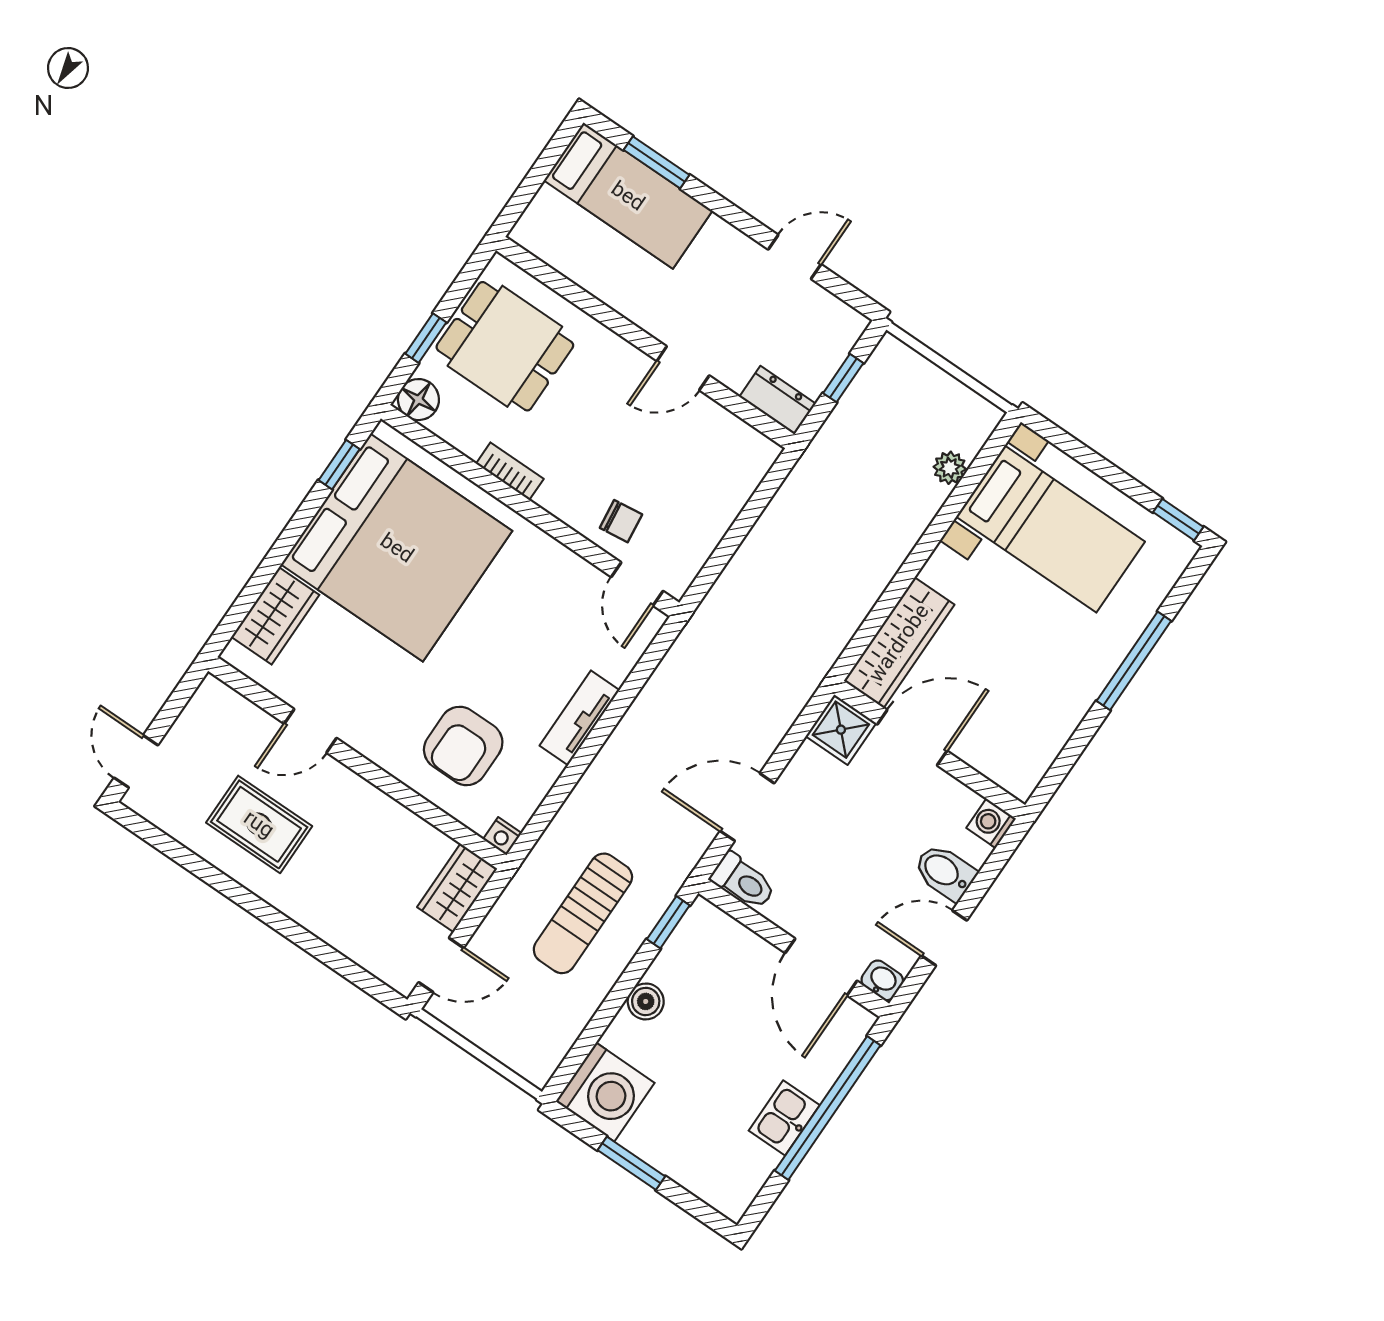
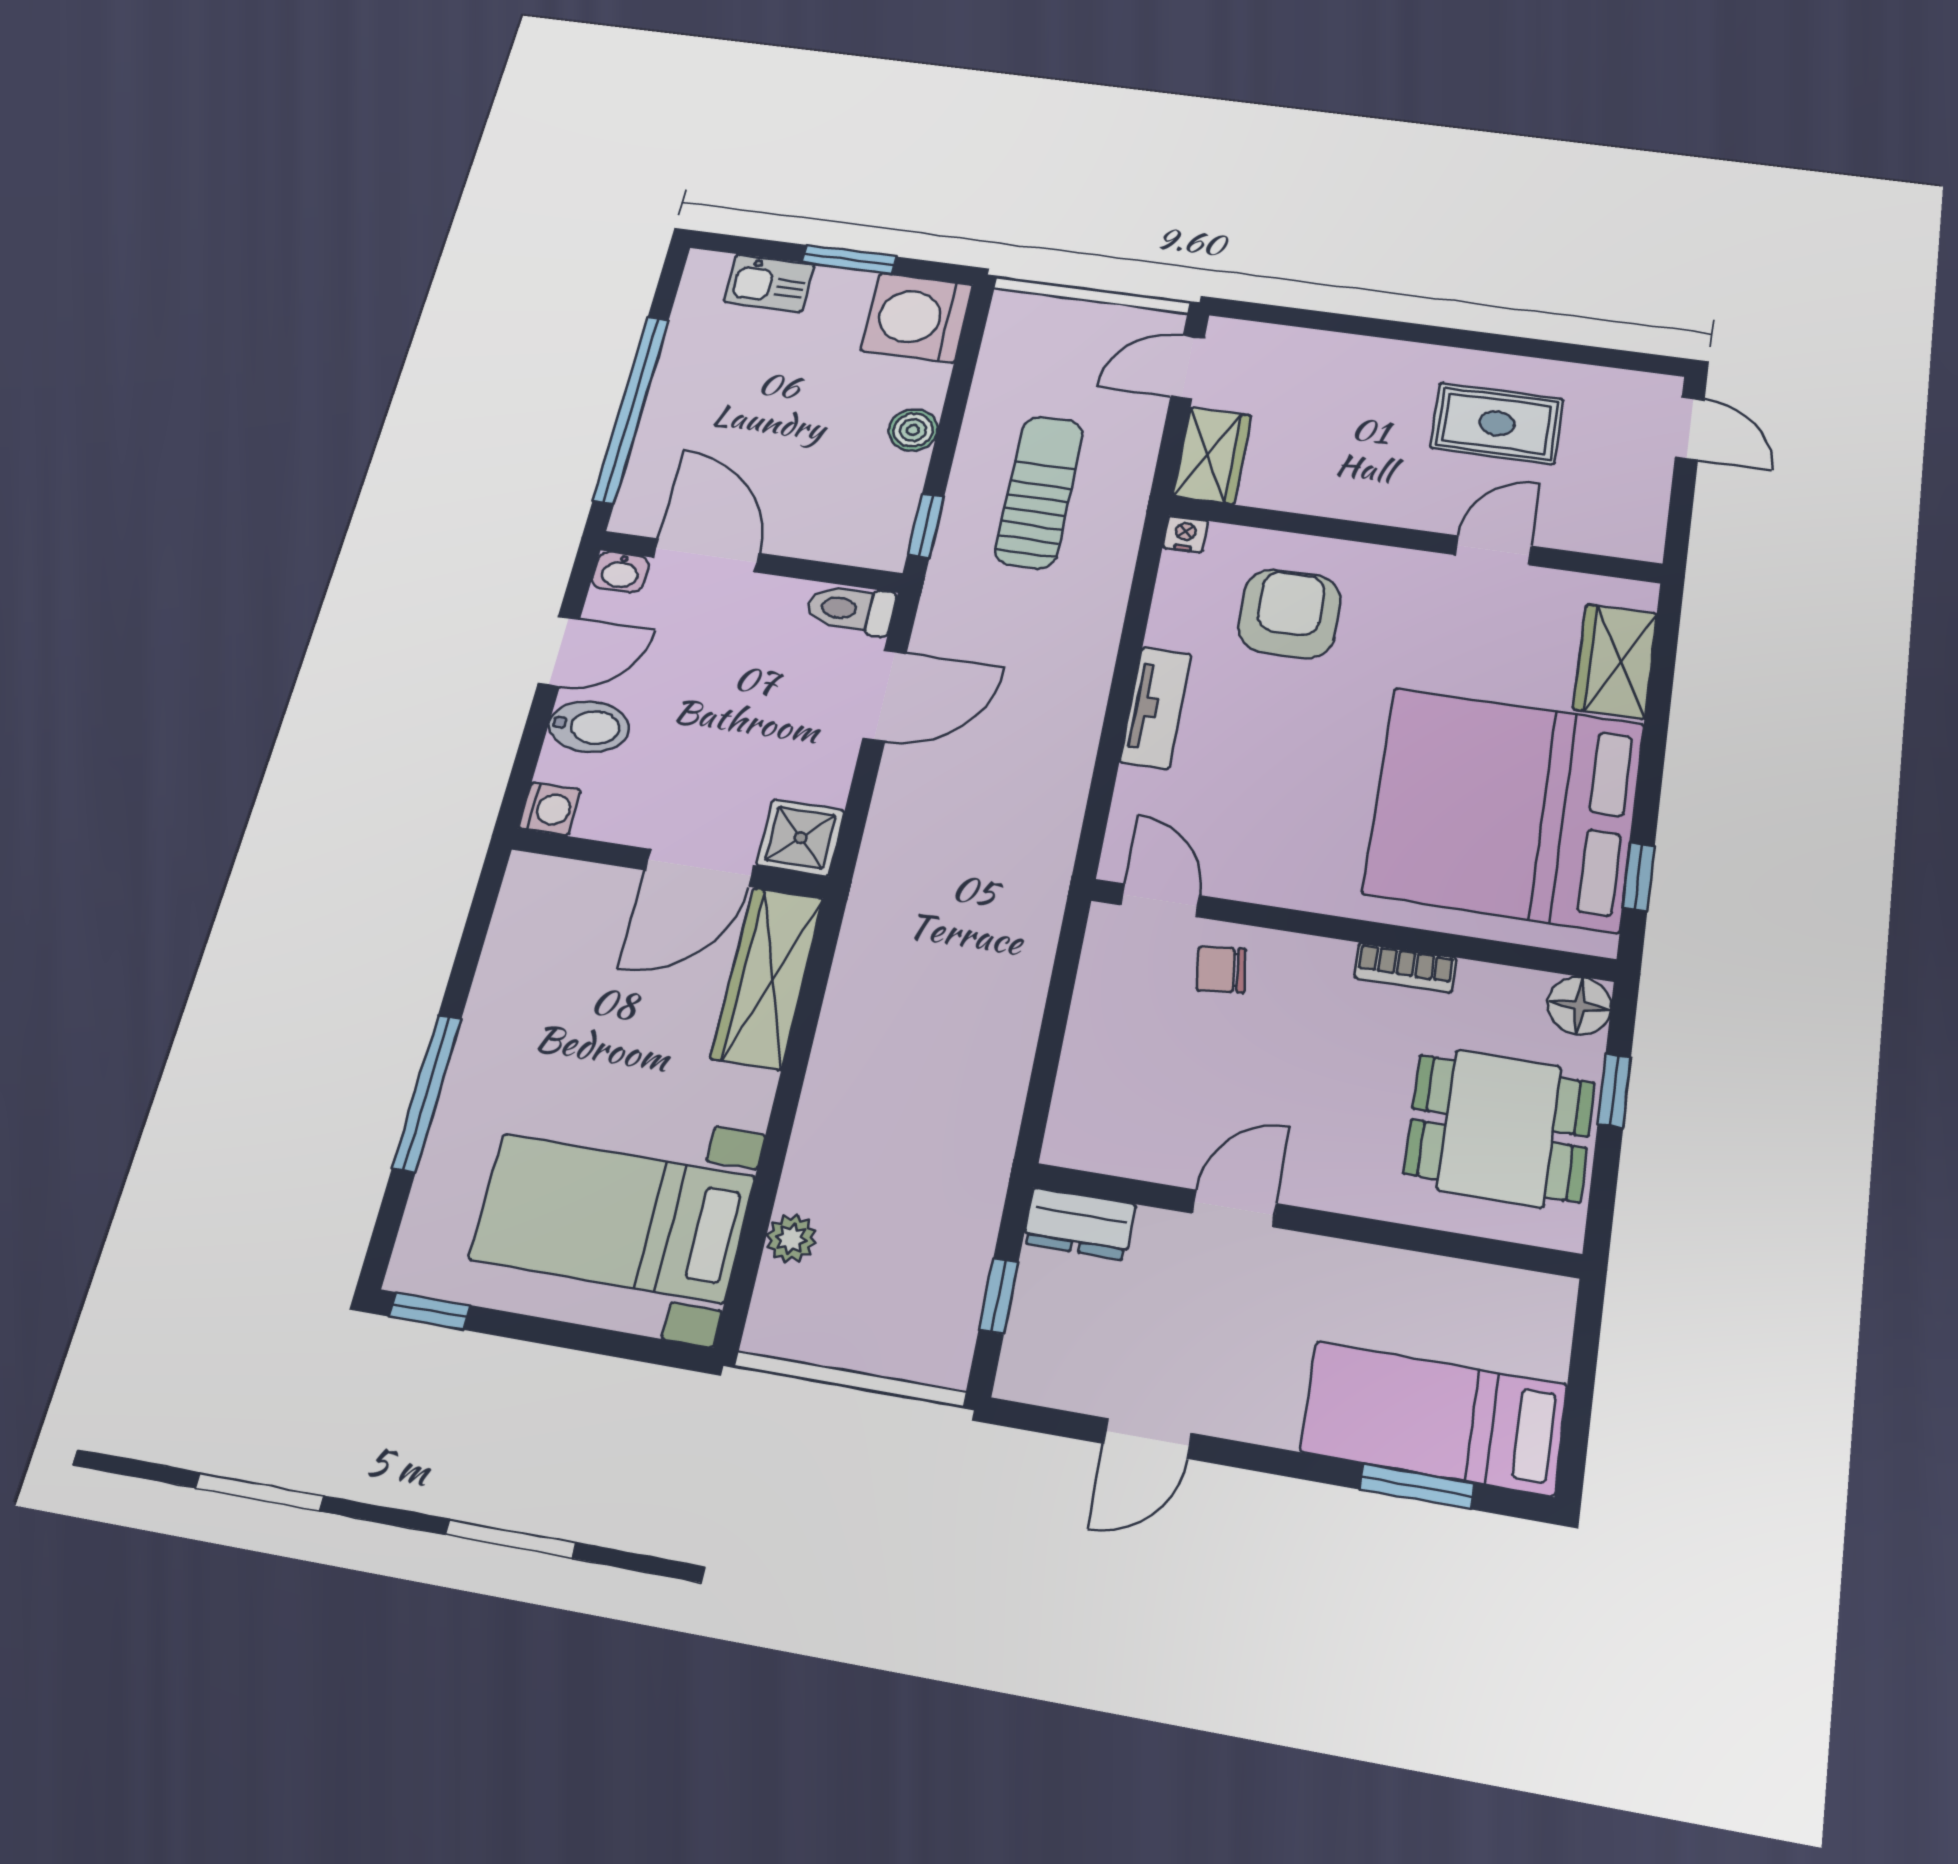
kitchen sink: (784, 1118) -> (769, 283), moved, turned 90

